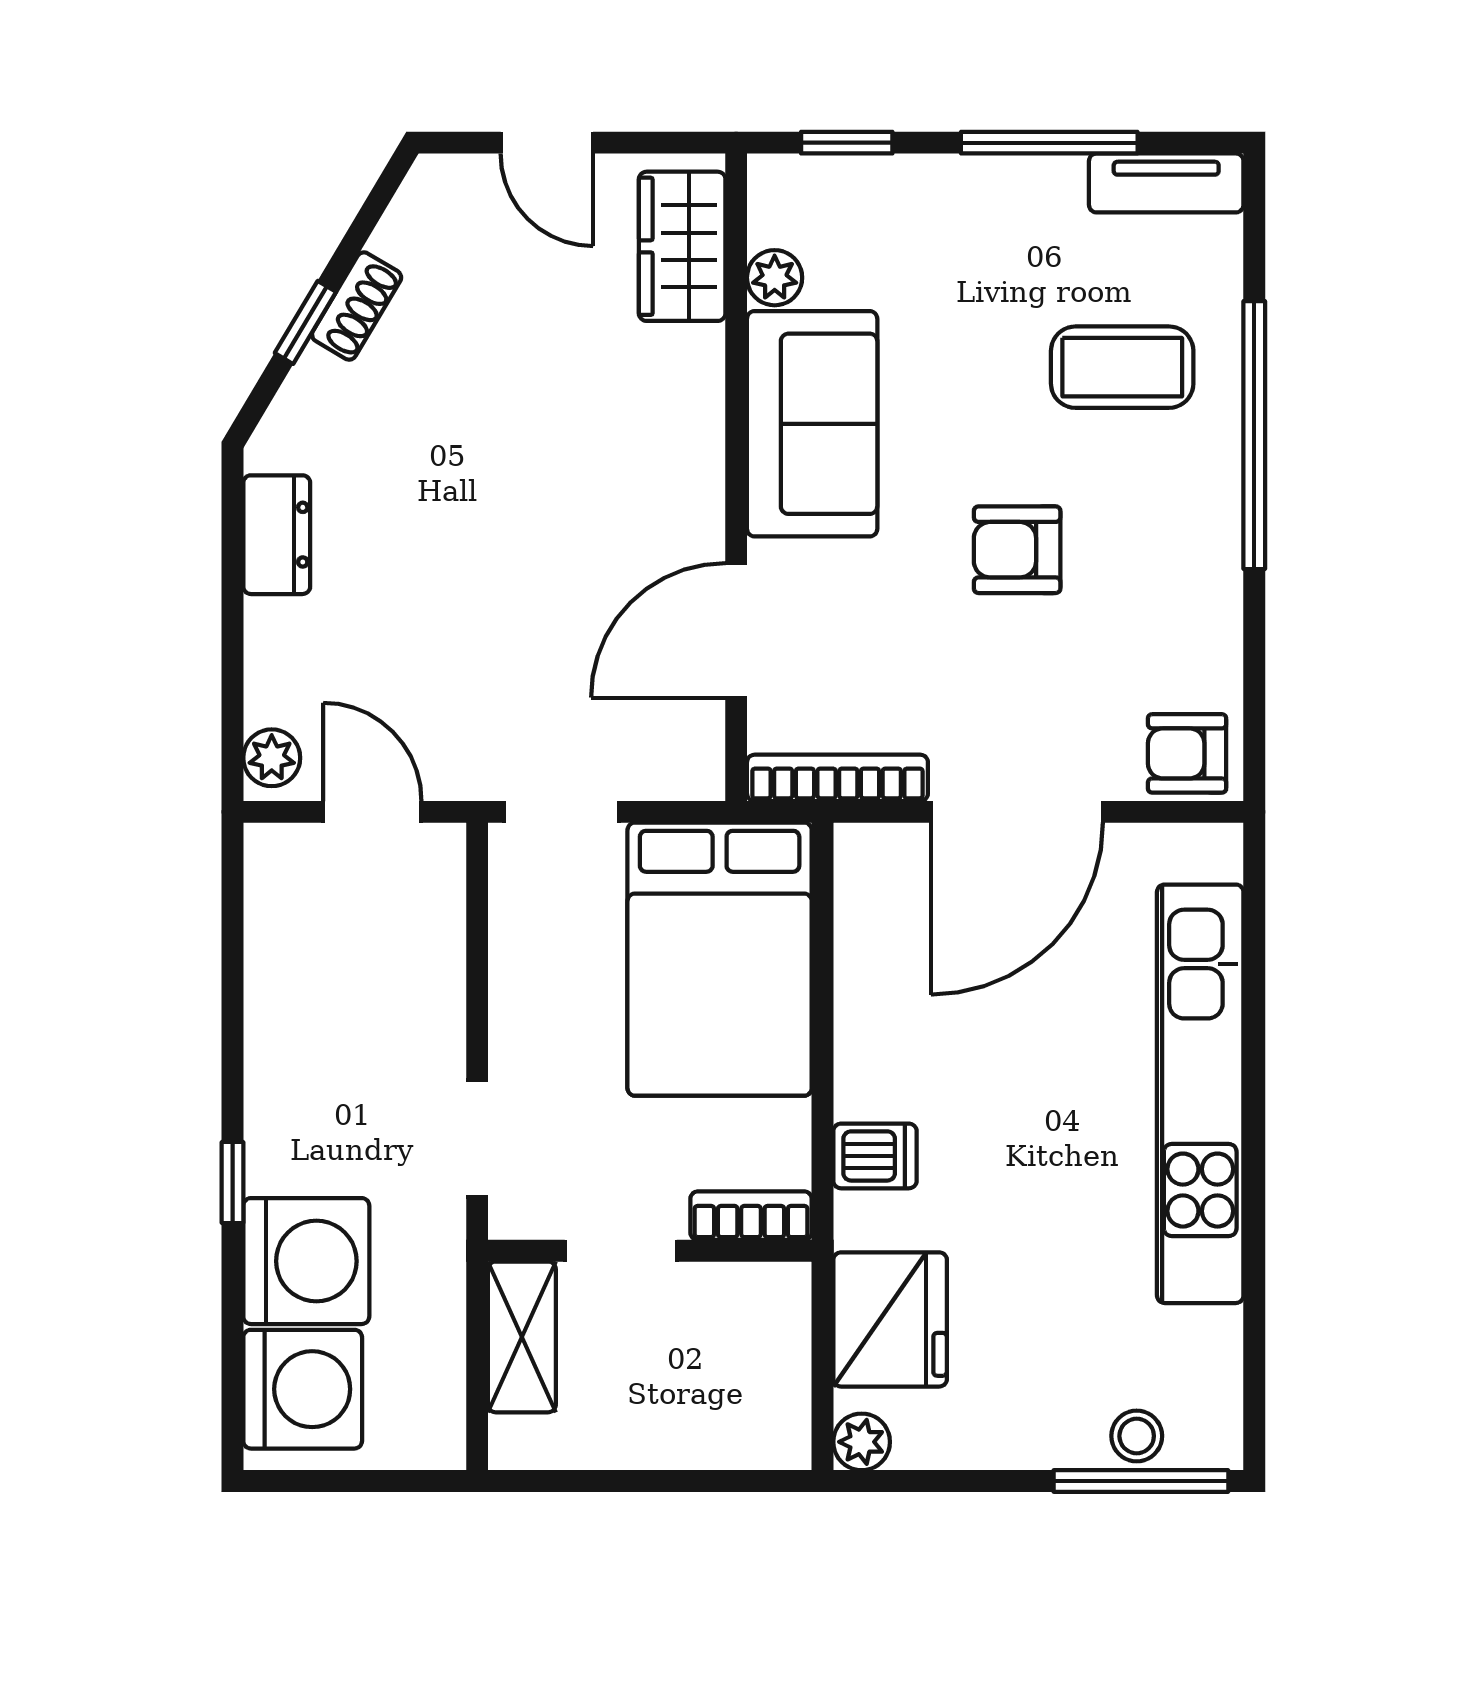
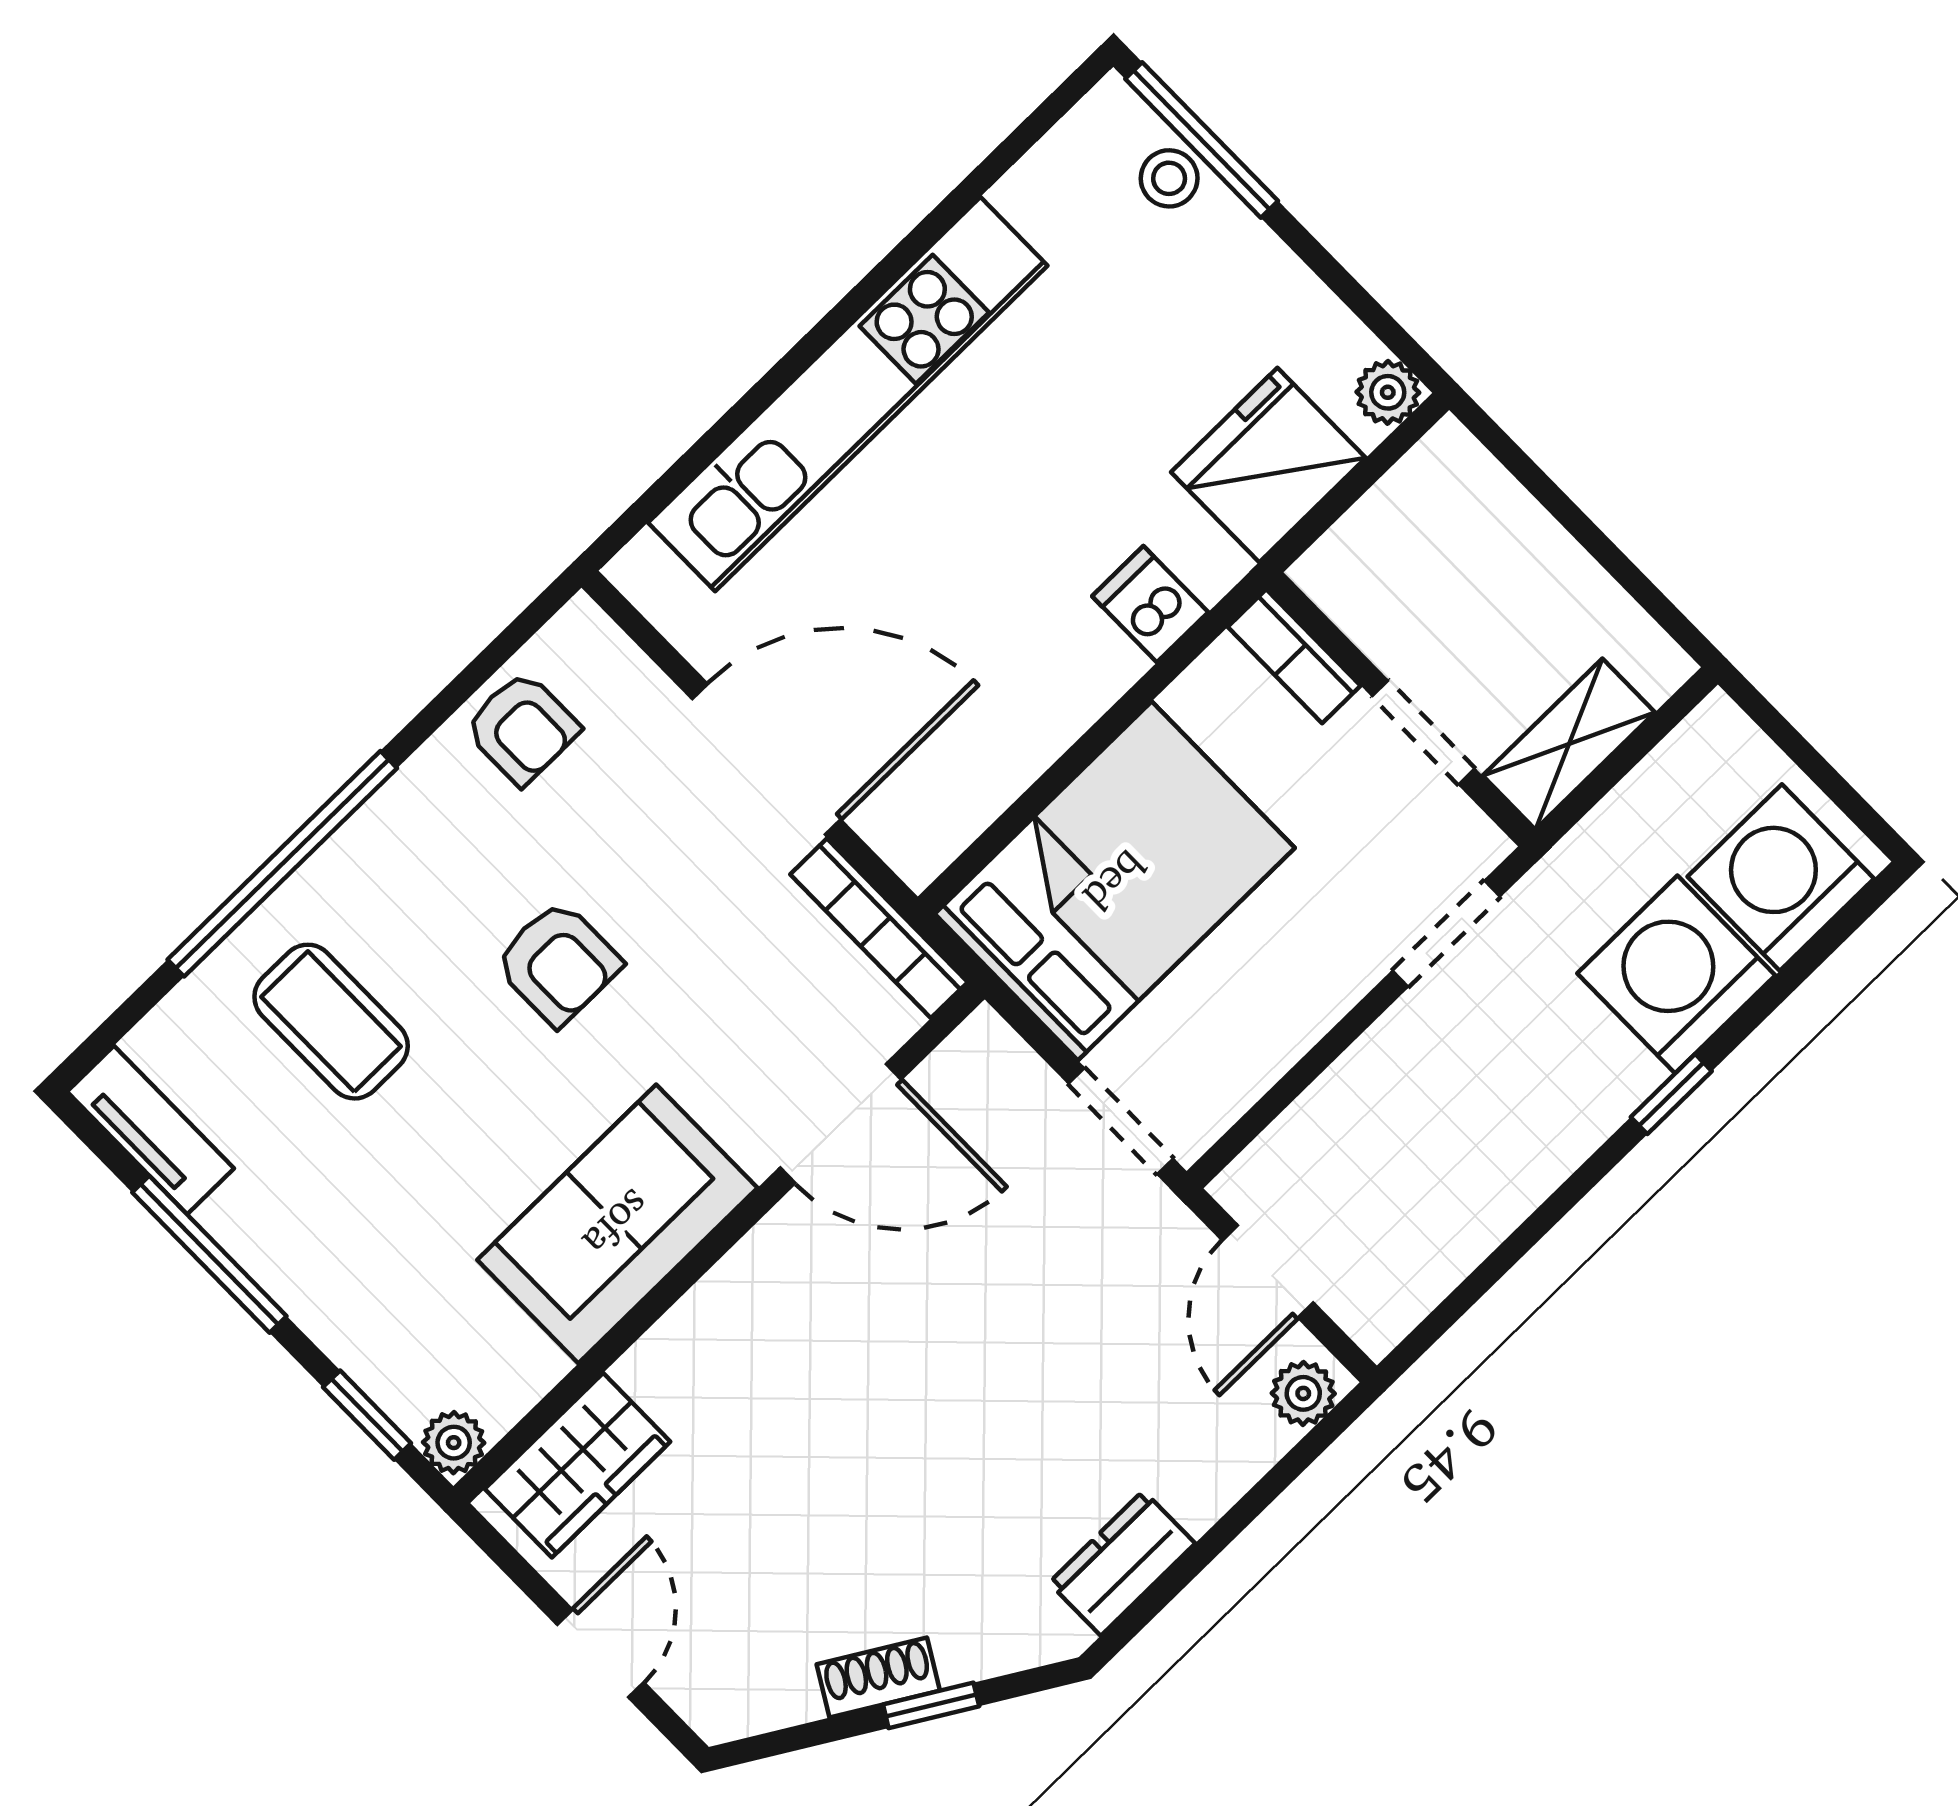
plant: (775, 278) -> (454, 1443), moved
armchair: (1187, 753) -> (522, 728), moved

